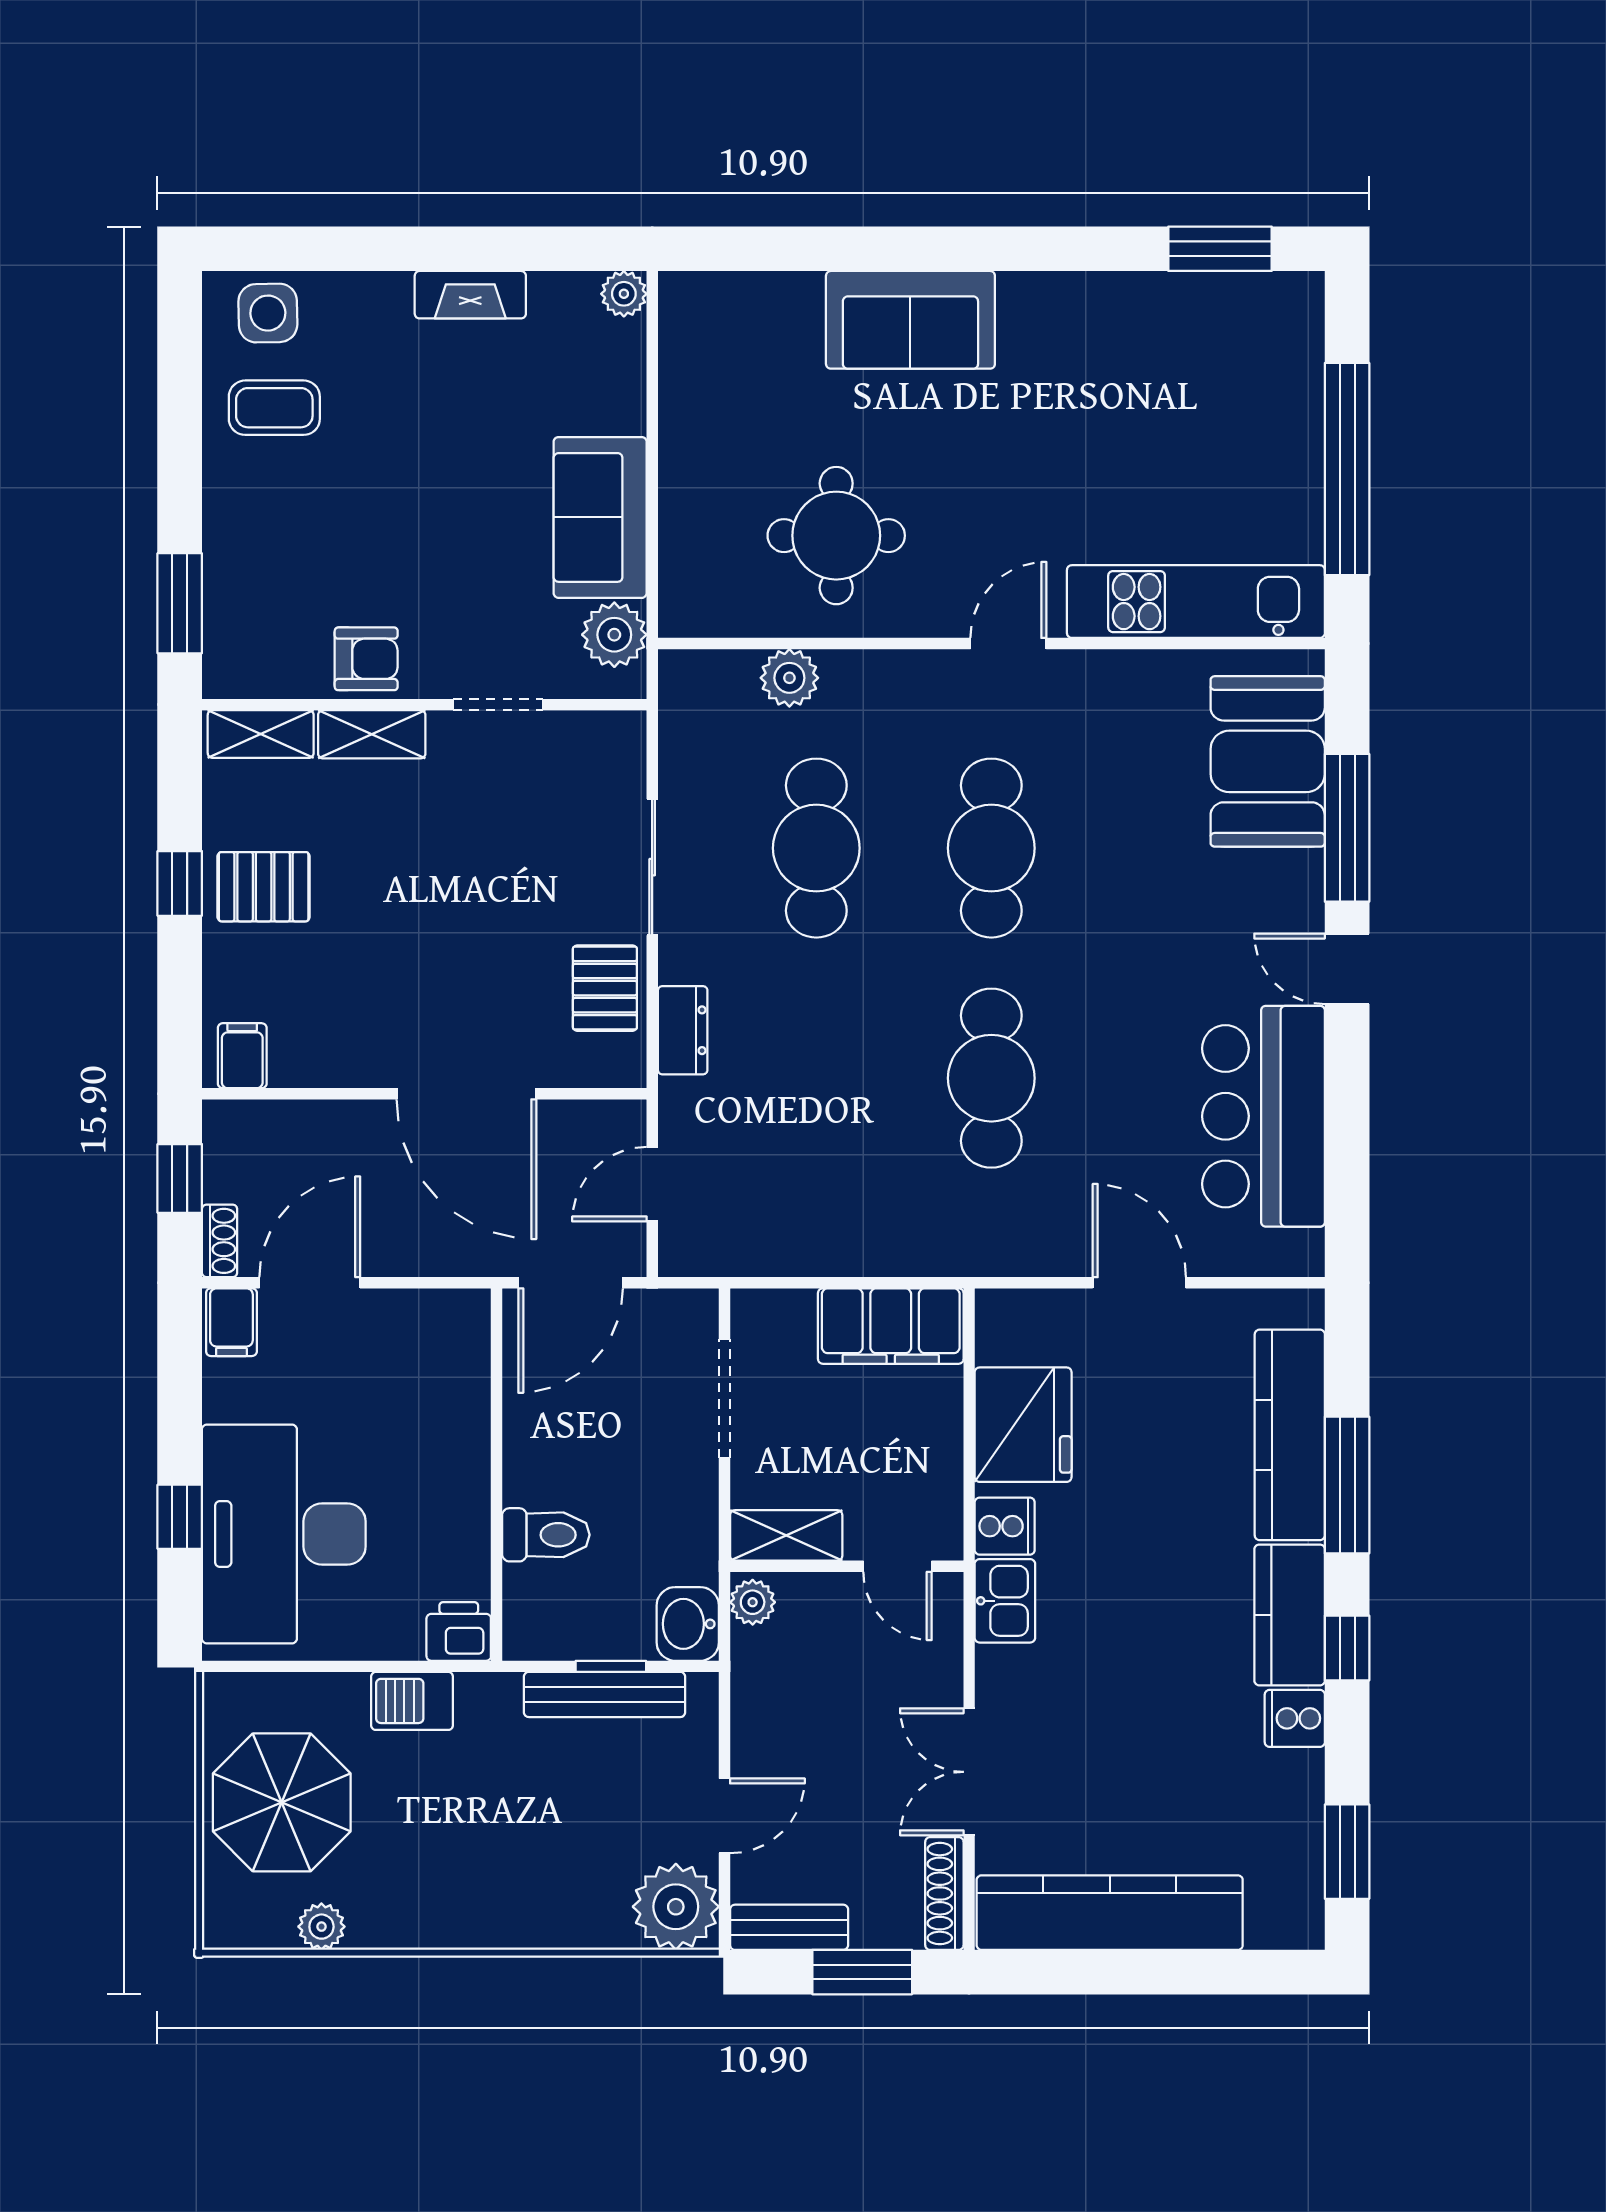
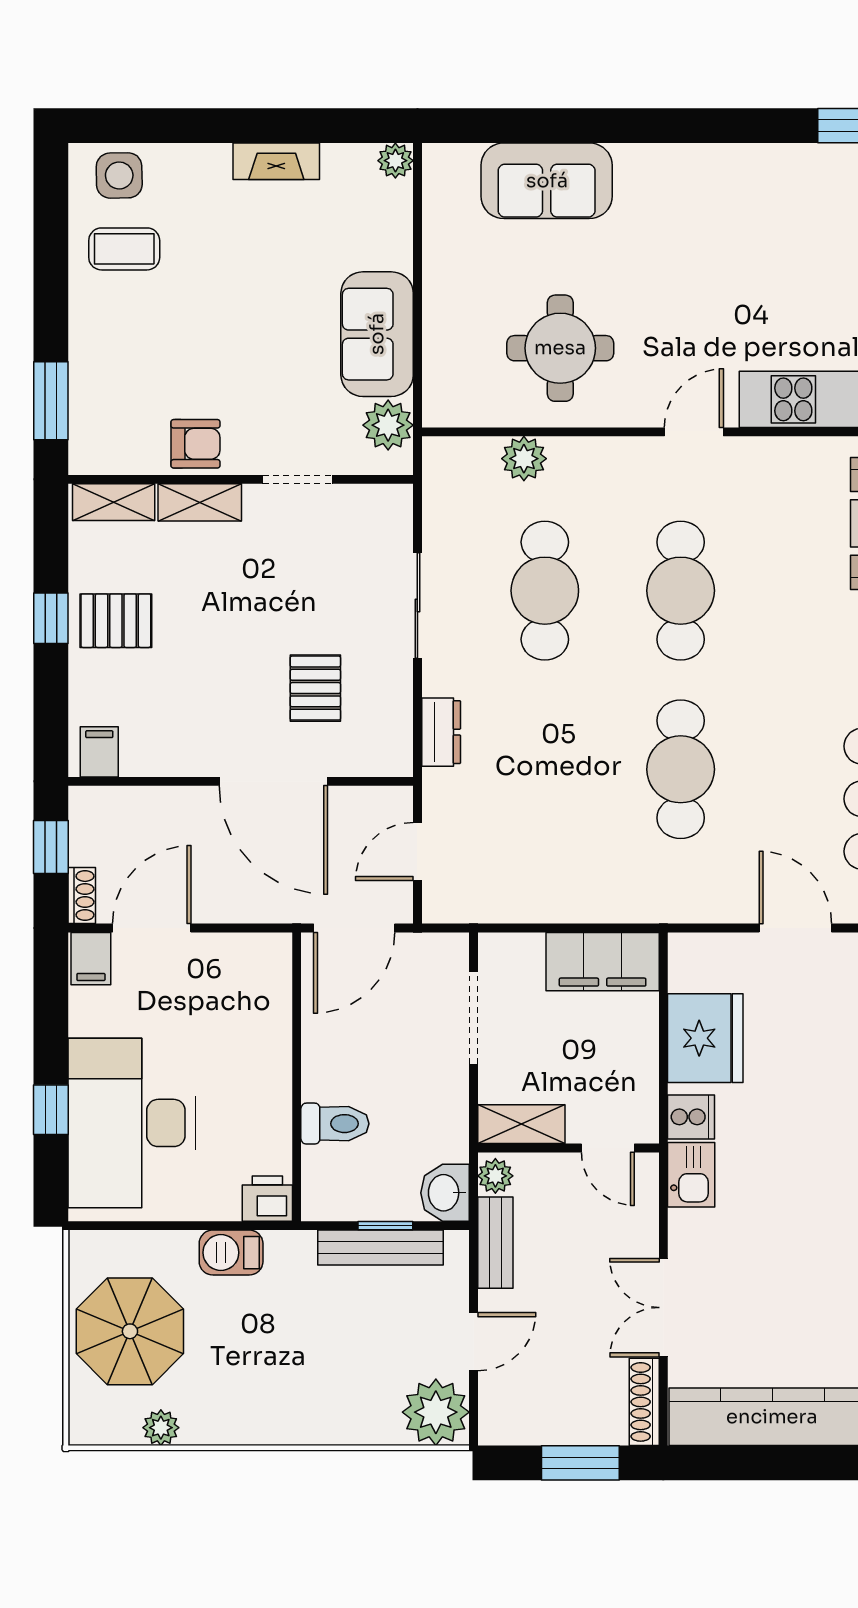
sofa: (910, 320) -> (547, 181), moved
pallet: (605, 988) -> (315, 688), moved
bench: (789, 1927) -> (495, 1243), moved, turned 90

